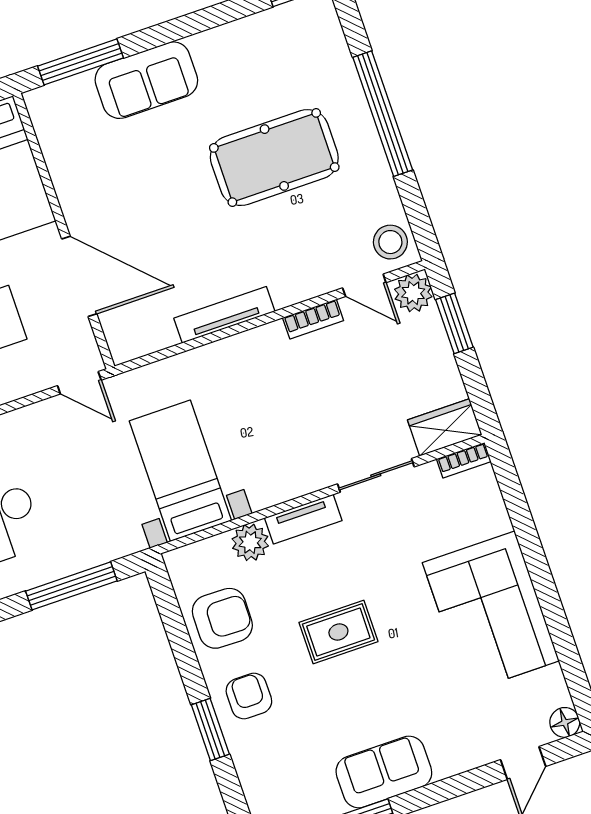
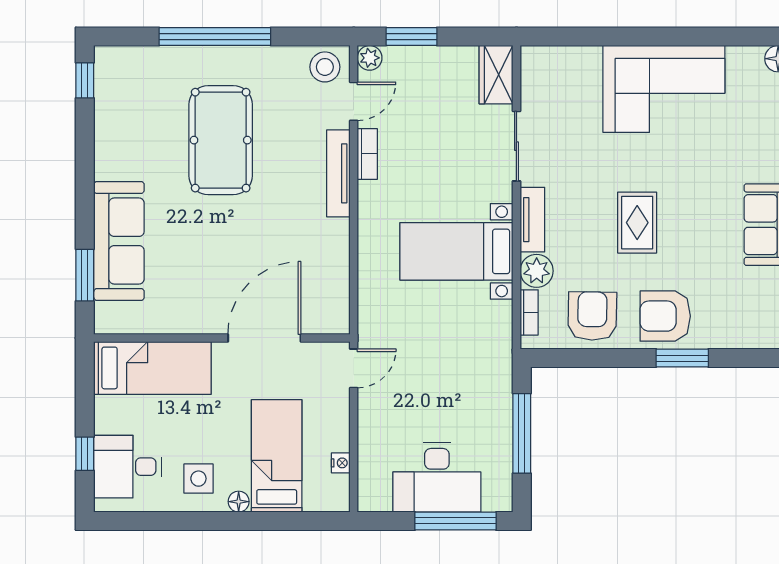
window: (81, 62) -> (85, 275), width x0.69
sofa: (146, 80) -> (119, 241), width x1.36
plant: (413, 293) -> (370, 58), width x0.73, depth x0.73
tv unit: (224, 315) -> (338, 173), moved
bookcase: (464, 460) -> (529, 312), moved
bed with nightstands: (180, 471) -> (456, 251), moved
armchair: (249, 696) -> (665, 316), width x1.38, depth x1.38

